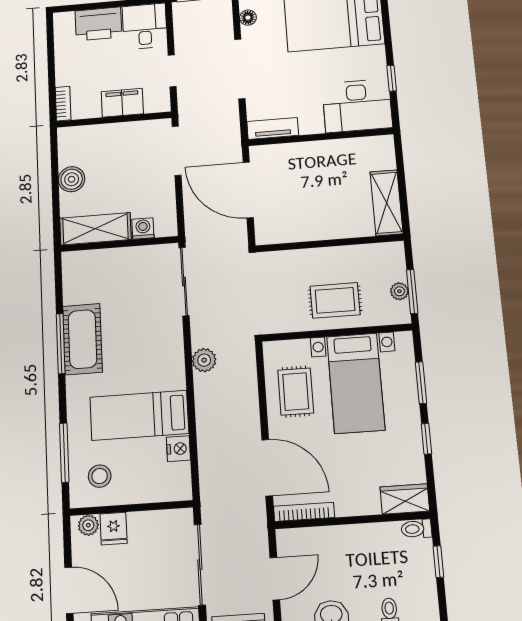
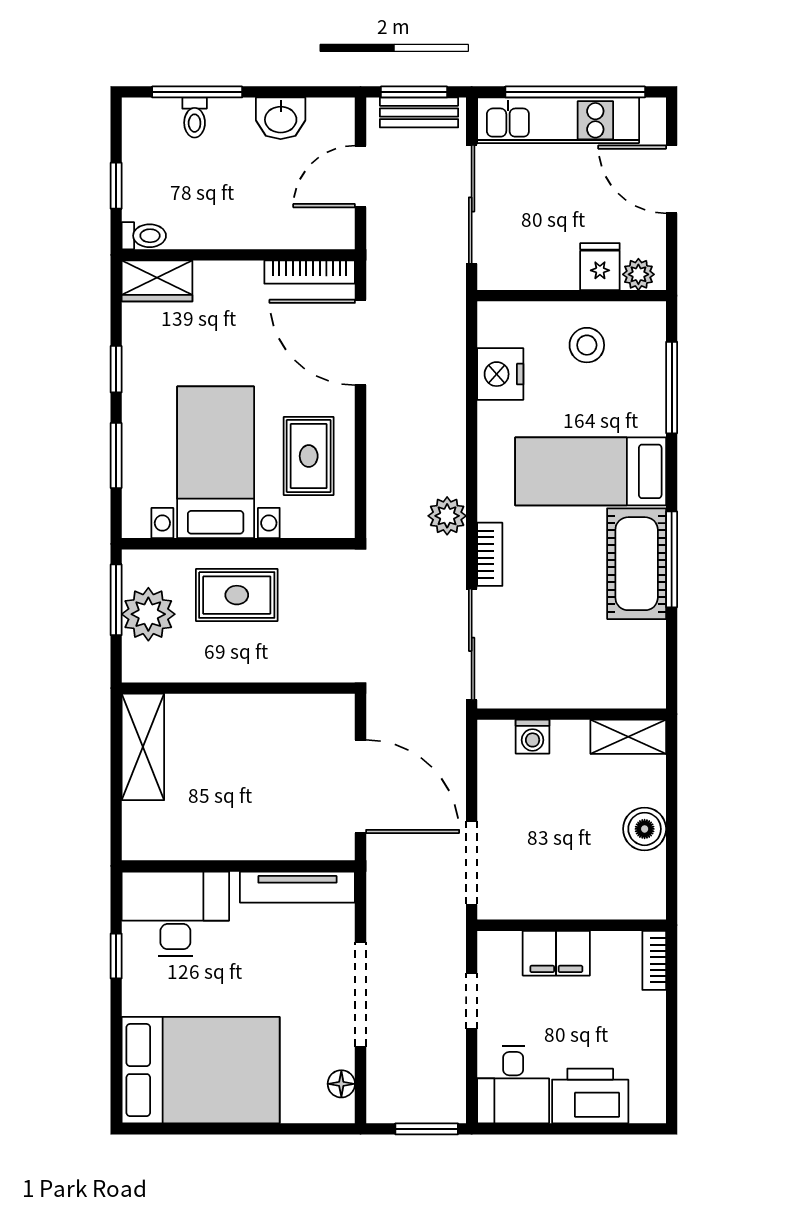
tv unit: (273, 128) -> (297, 887), width x1.41
shelving: (95, 229) -> (628, 737), width x0.67, depth x0.75
plant: (399, 291) -> (148, 614), width x1.88, depth x1.88
bookcase: (176, 338) -> (490, 554), added
bed: (139, 415) -> (591, 471), moved, turned 180
nightstand: (178, 449) -> (500, 374), width x1.36, depth x1.33
stool: (100, 476) -> (587, 345), moved

